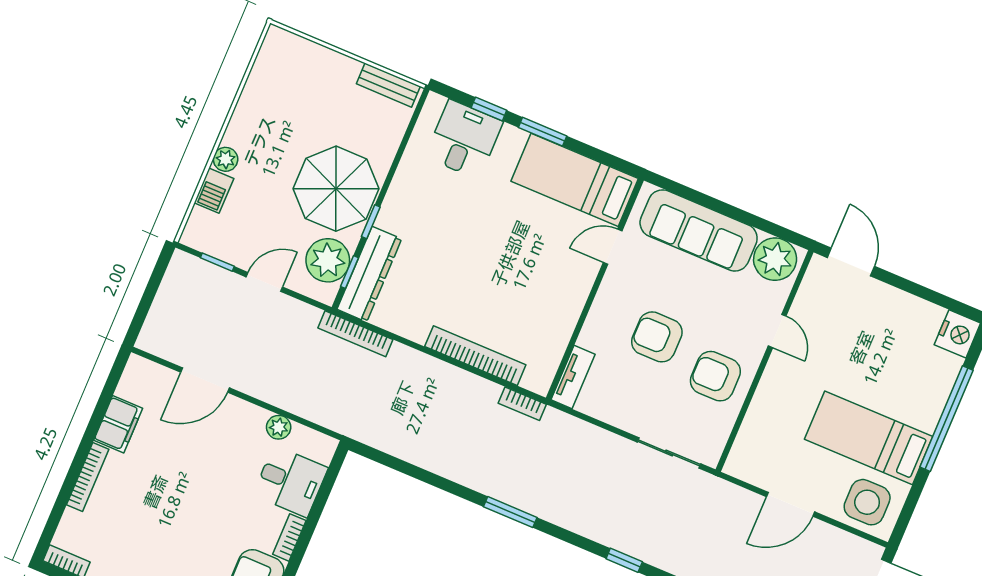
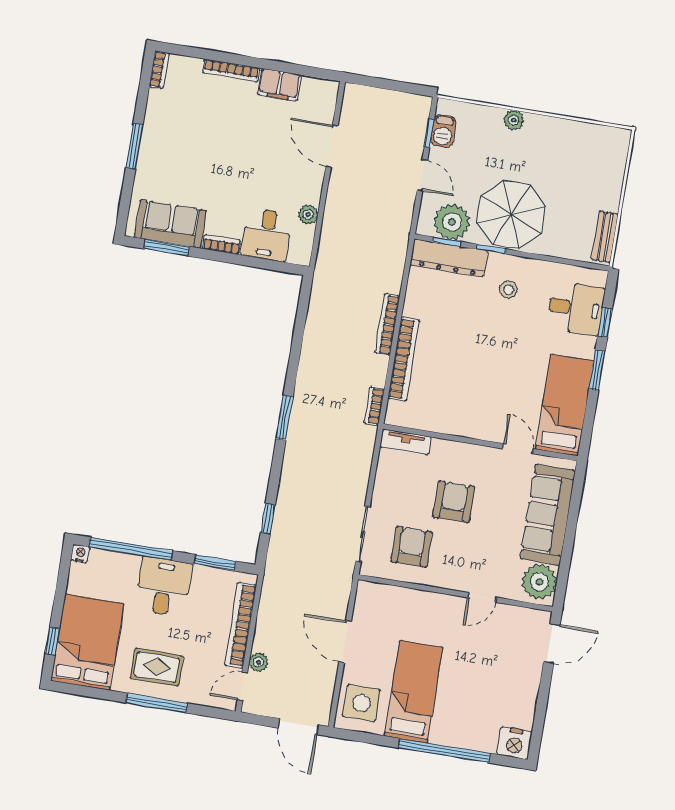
barbecue: (214, 191) -> (443, 131), moved, turned -90
stool: (423, 213) -> (508, 290), added
bookcase: (355, 334) -> (387, 324), moved
armchair: (715, 376) -> (412, 547), moved

